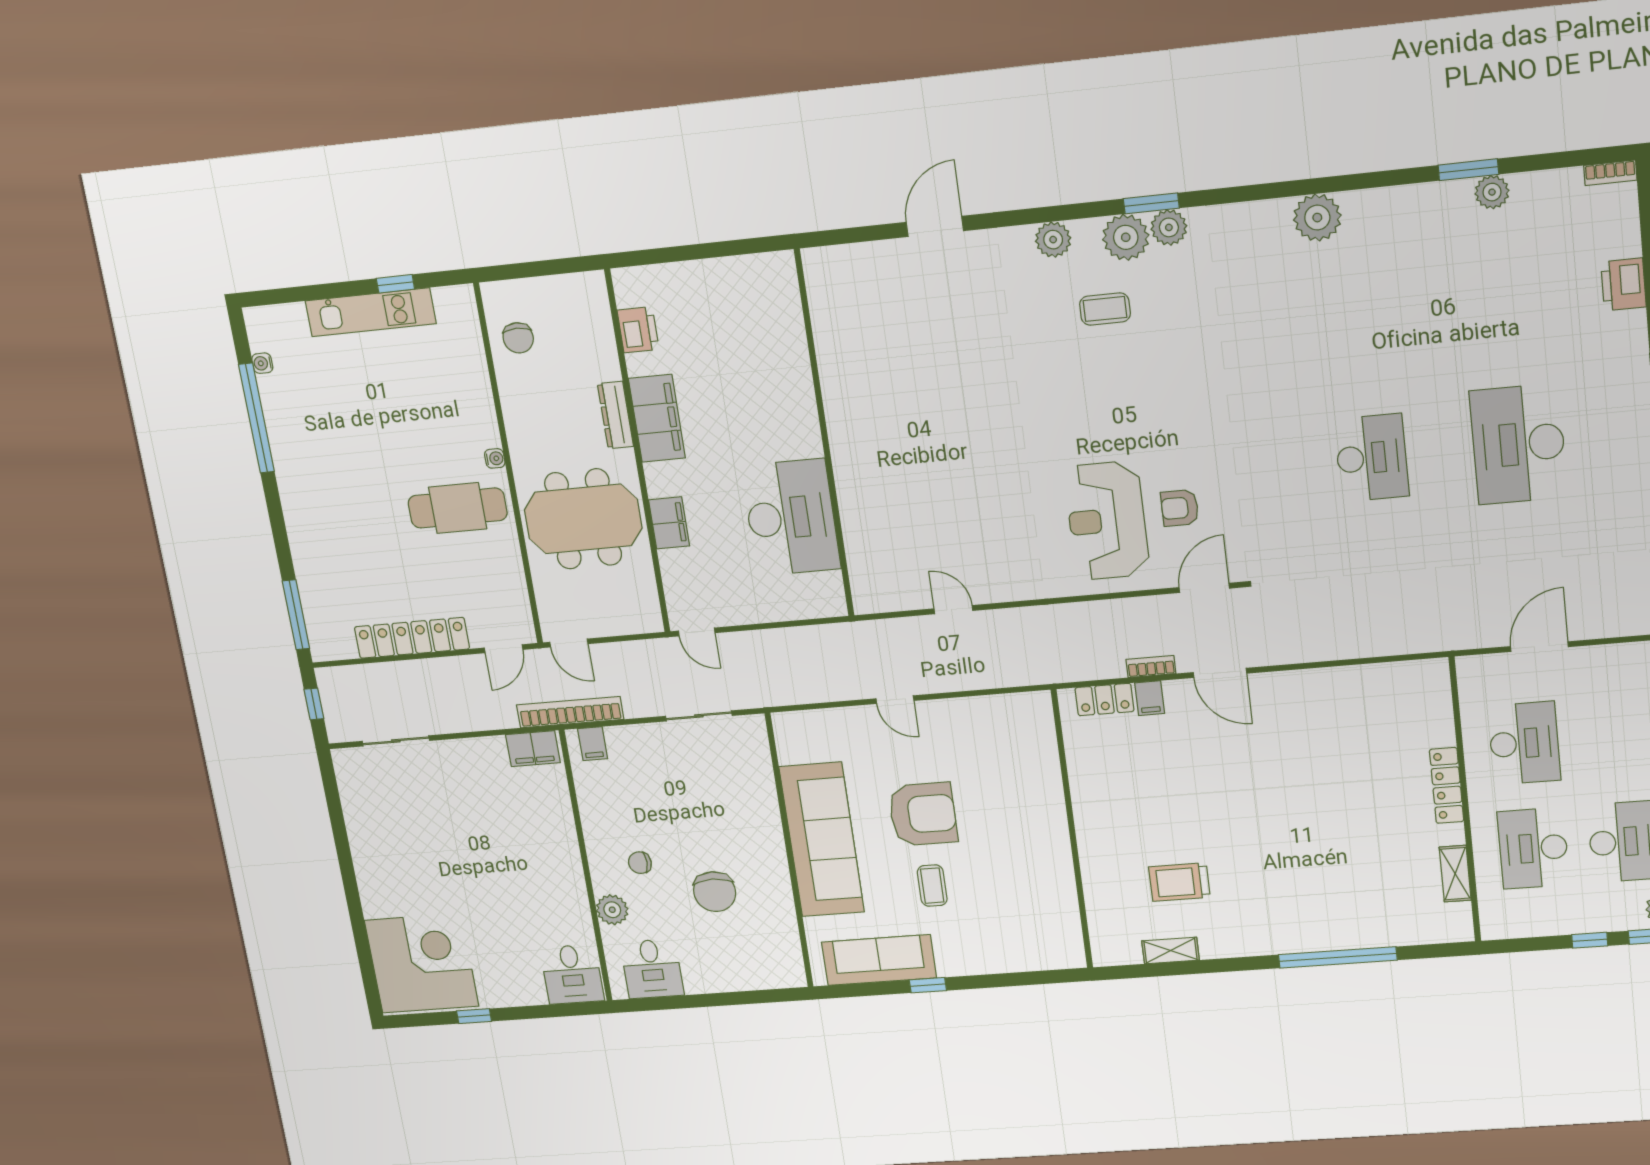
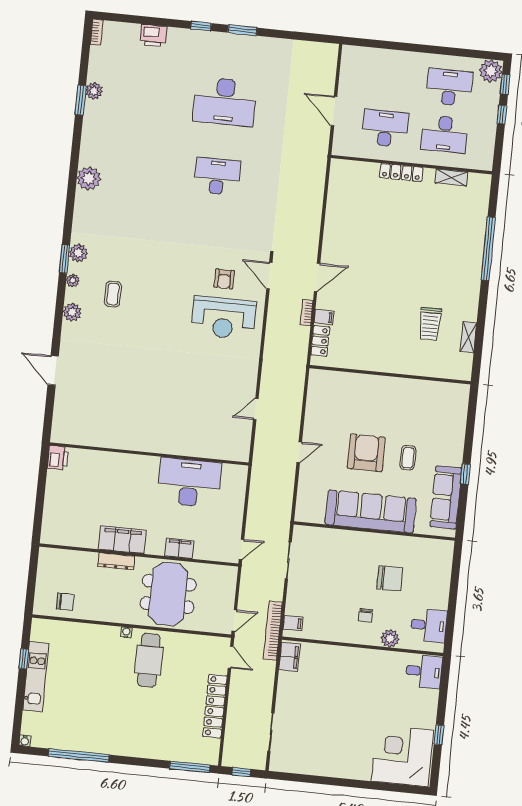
plant: (1126, 237) -> (73, 281), width x0.53, depth x0.53
printer: (638, 330) -> (58, 458), moved, turned 90
water cooler: (262, 363) -> (25, 741), moved
coffee table: (932, 886) -> (408, 458), turned 90

